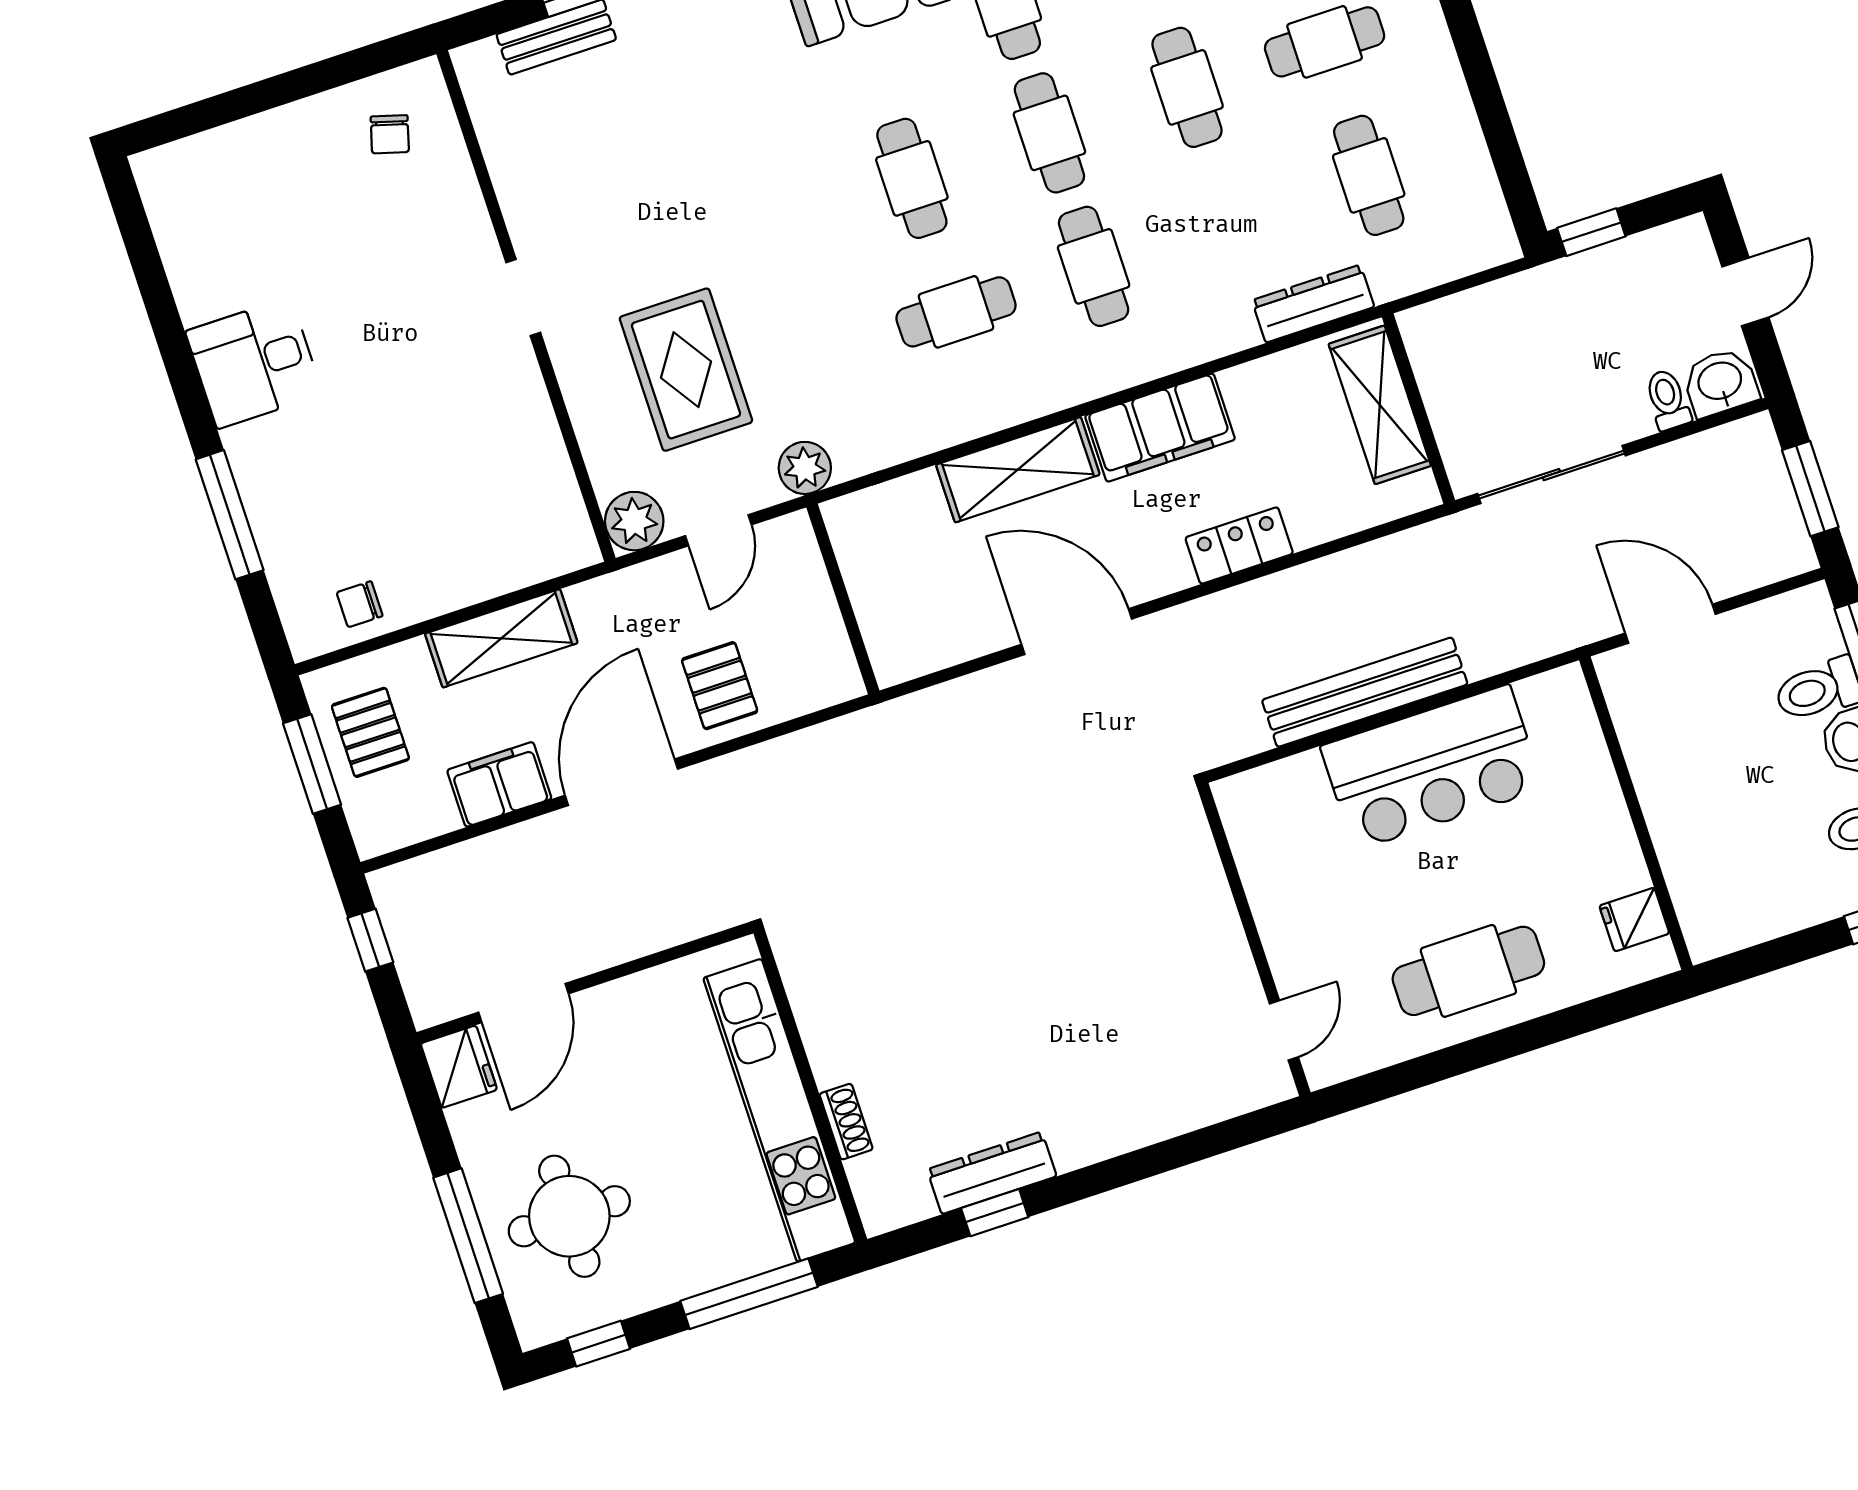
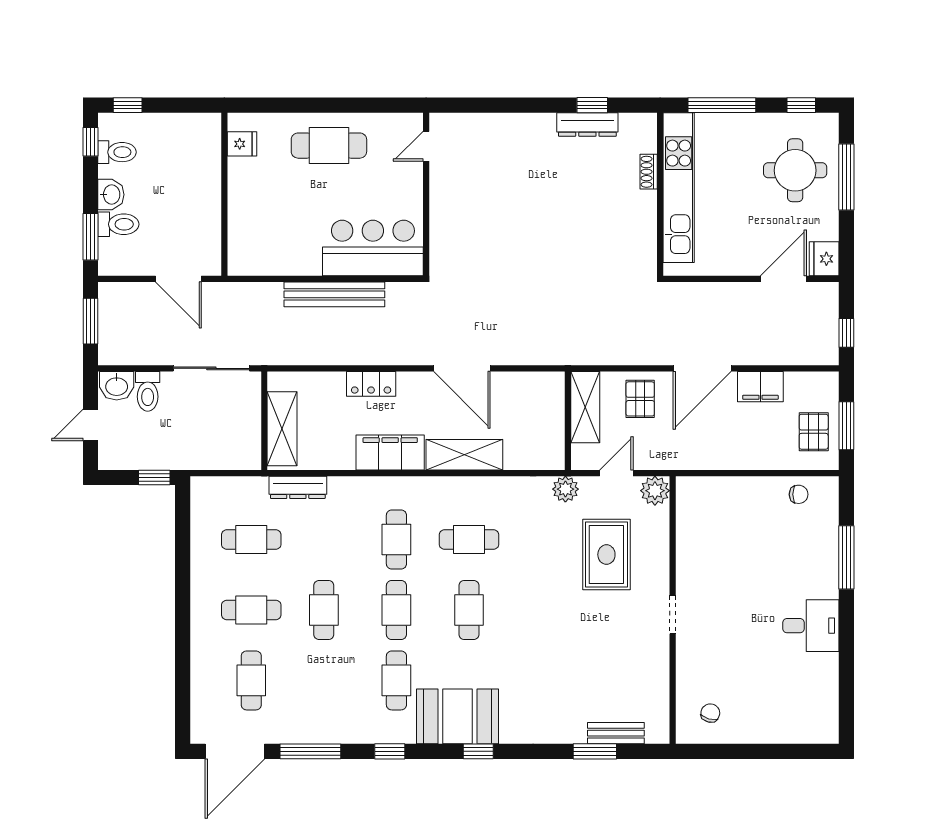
cafe table: (1369, 175) -> (251, 540), turned 90
toilet: (1668, 400) -> (148, 391), width x1.37, depth x1.39
shelving: (501, 638) -> (585, 407), moved, turned 90
bar counter: (1432, 768) -> (373, 248), moved

